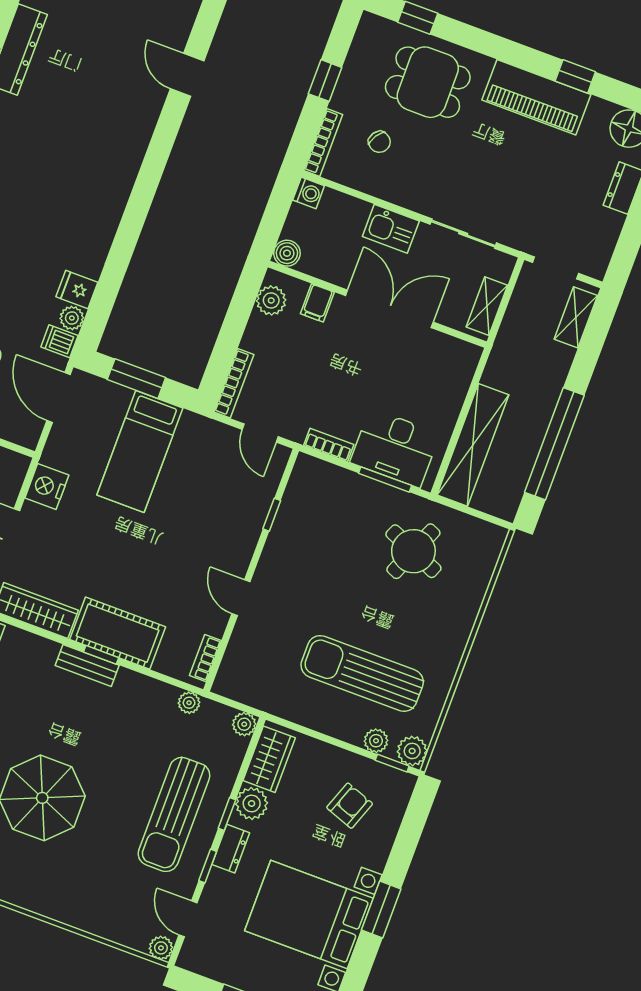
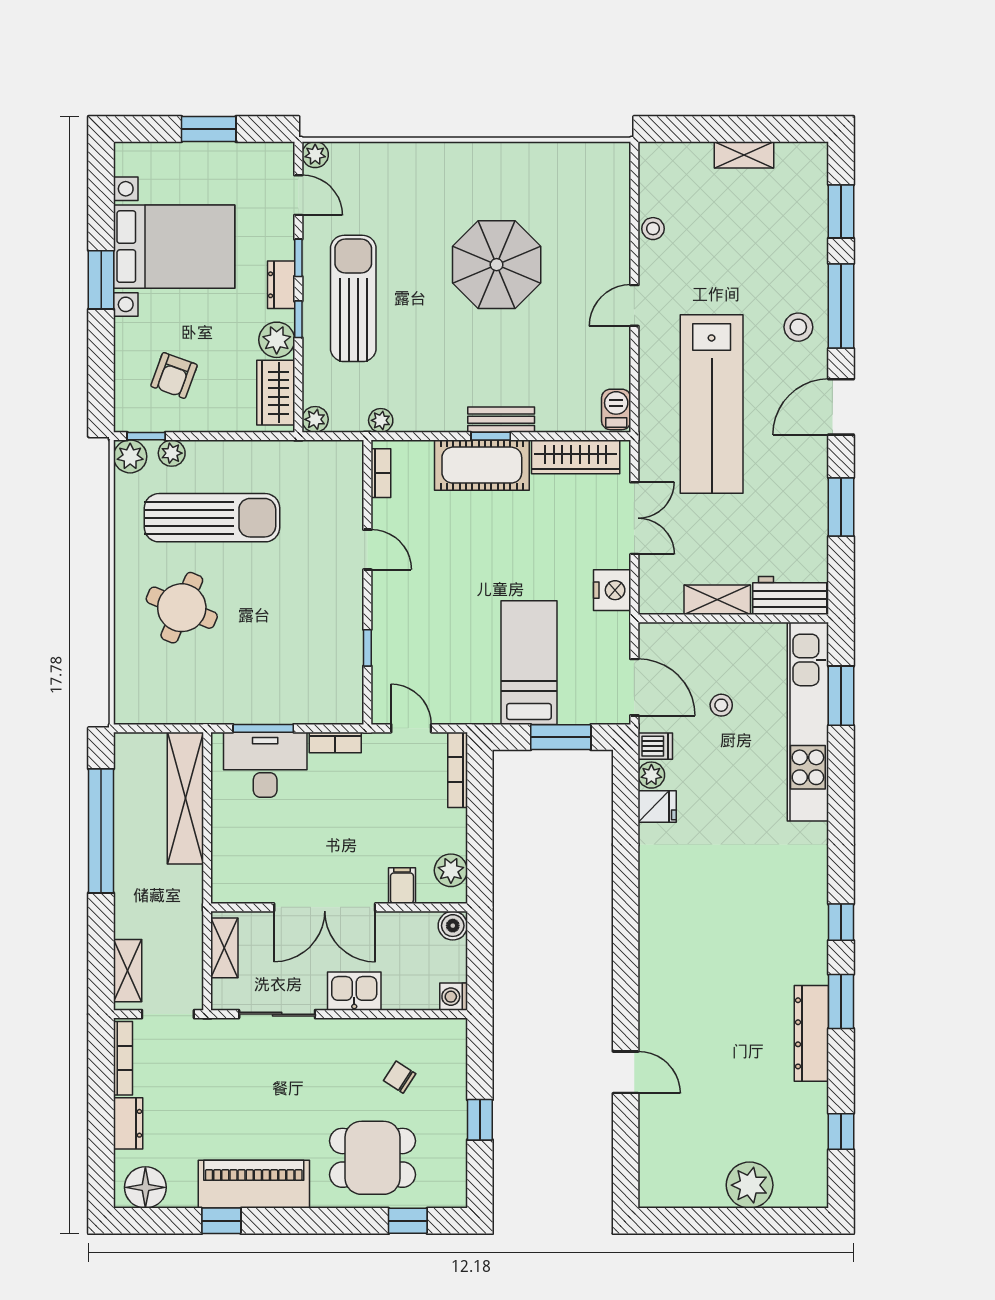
bookcase: (323, 142) -> (123, 1058), moved, turned 180
round table: (413, 551) -> (182, 608), moved

